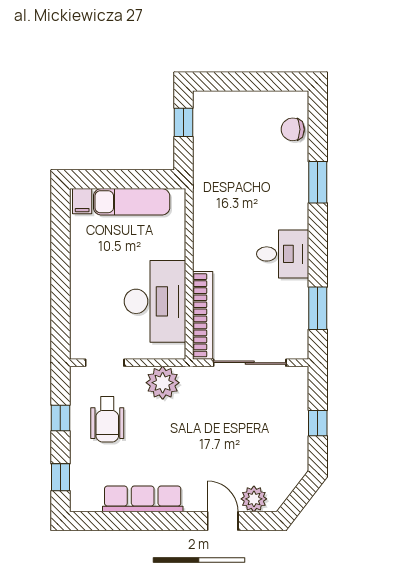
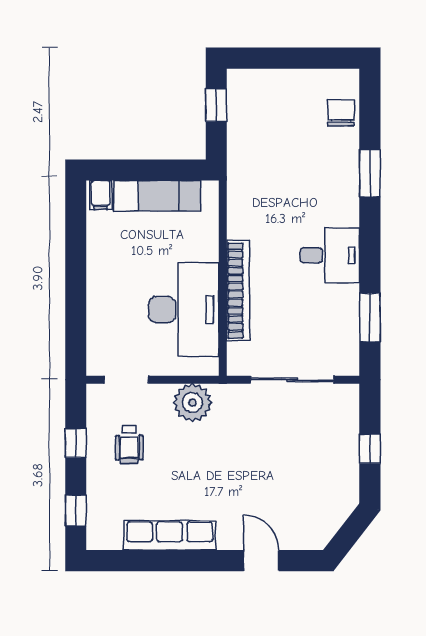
chair: (293, 129) -> (341, 113), turned 90
bookcase: (203, 315) -> (238, 291), moved
wheelchair: (107, 419) -> (129, 445), width x0.73, depth x0.73
plant: (254, 499) -> (297, 535), removed

